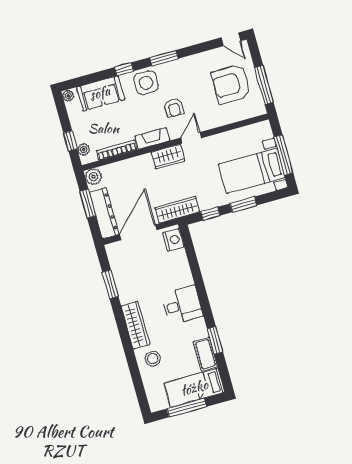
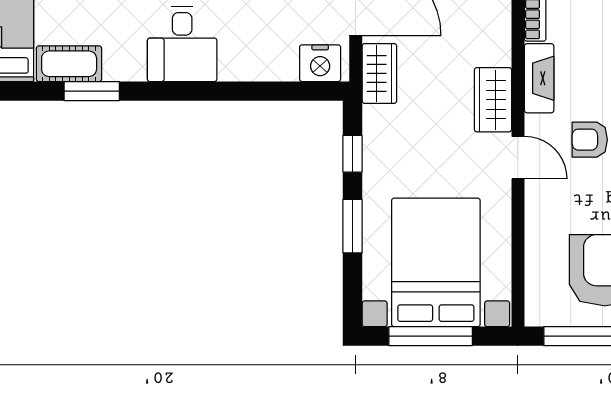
bed with nightstands: (252, 171) -> (436, 262), width x1.36
wardrobe: (177, 210) -> (379, 73), width x0.67

